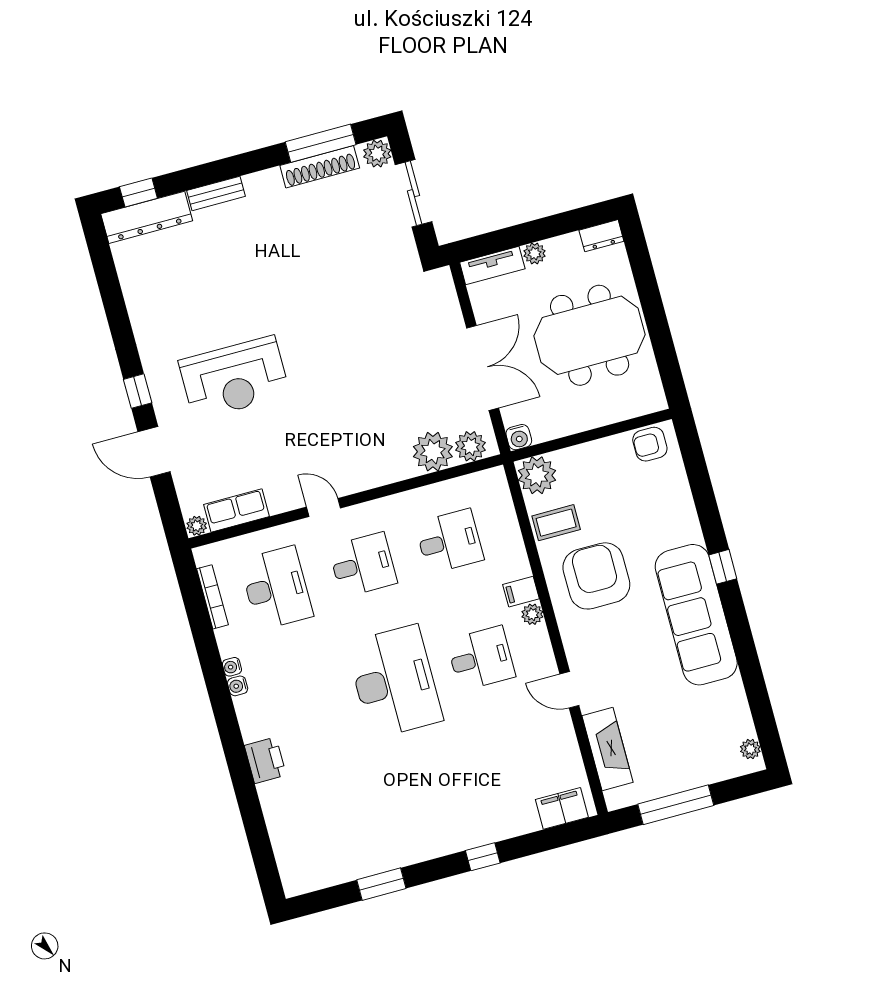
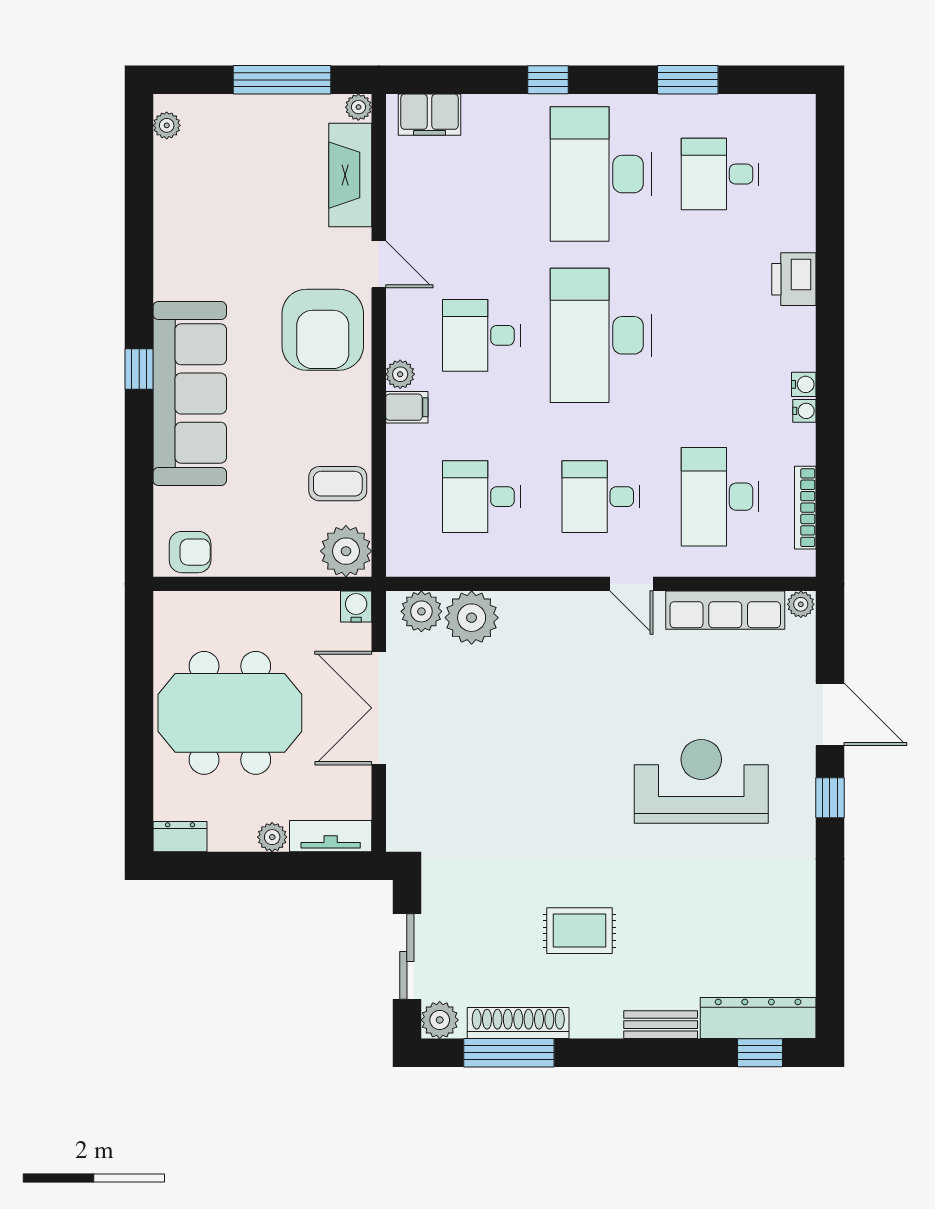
rug: (293, 246) -> (580, 931), added
row of seats: (236, 511) -> (725, 610), width x1.48
armchair: (596, 576) -> (323, 330), moved
sofa: (696, 615) -> (190, 394), moved
desk: (426, 799) -> (601, 174), added
plant: (615, 800) -> (358, 107), added
desk: (339, 822) -> (720, 174), added

